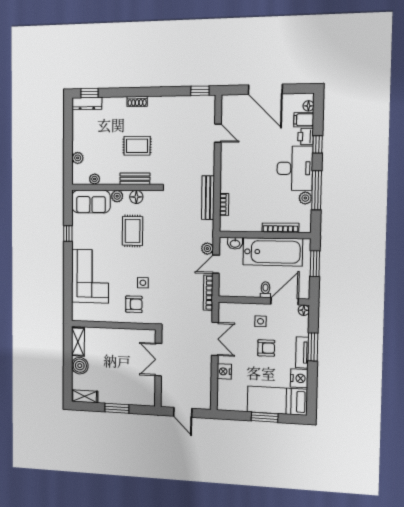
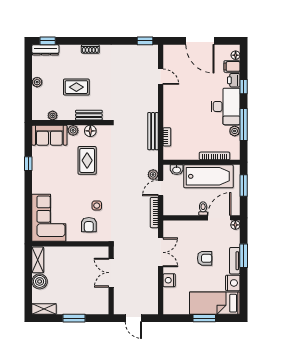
rug: (137, 146) -> (76, 87), moved
plant: (78, 158) -> (37, 82), moved
corner sofa: (90, 276) -> (49, 218), moved
armchair: (134, 304) -> (89, 225), turned 90
side table: (260, 321) -> (199, 236), removed

